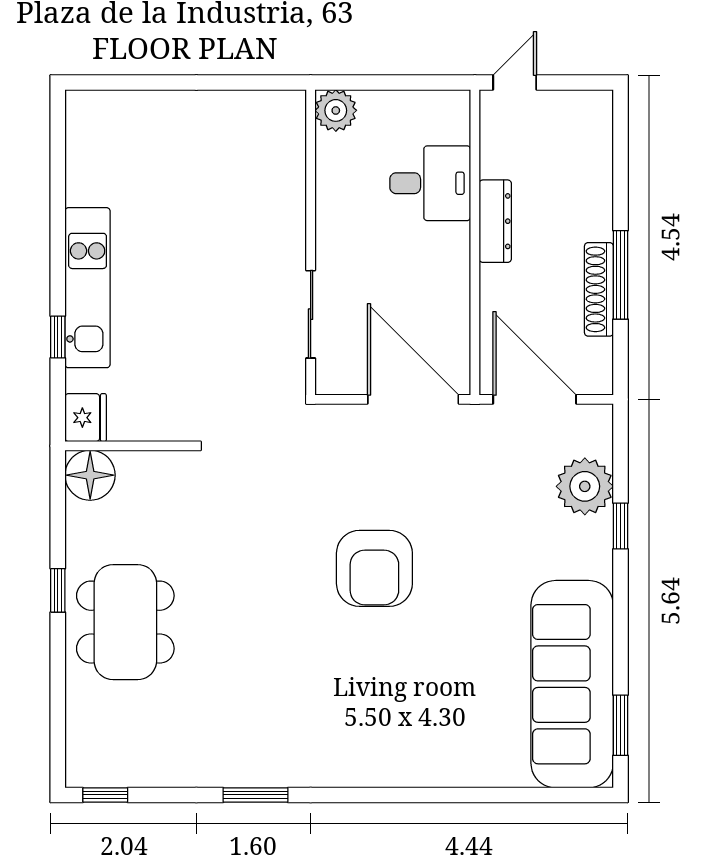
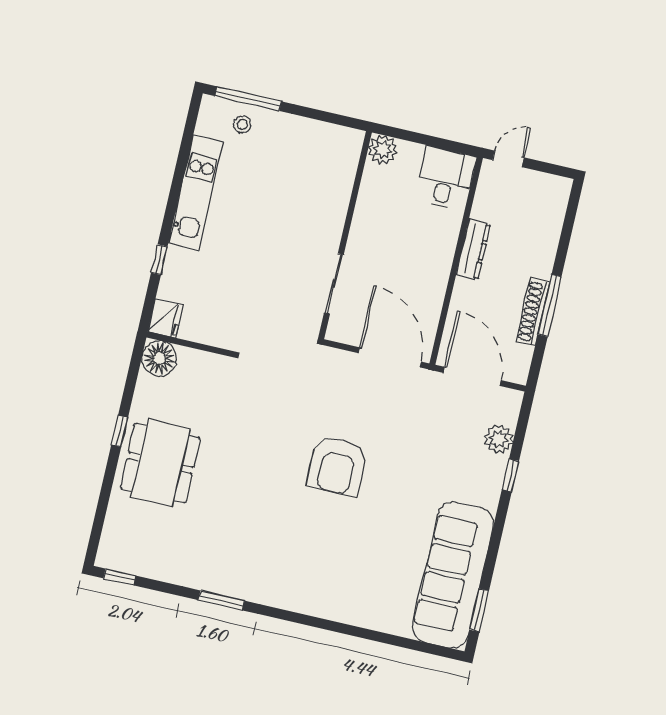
window: (130, 82) -> (248, 99), added
stool: (131, 120) -> (242, 124), added
desk: (430, 183) -> (446, 178), moved, turned -90
kitchen unit: (88, 288) -> (196, 192), moved
plant: (585, 486) -> (499, 439), width x0.73, depth x0.73

